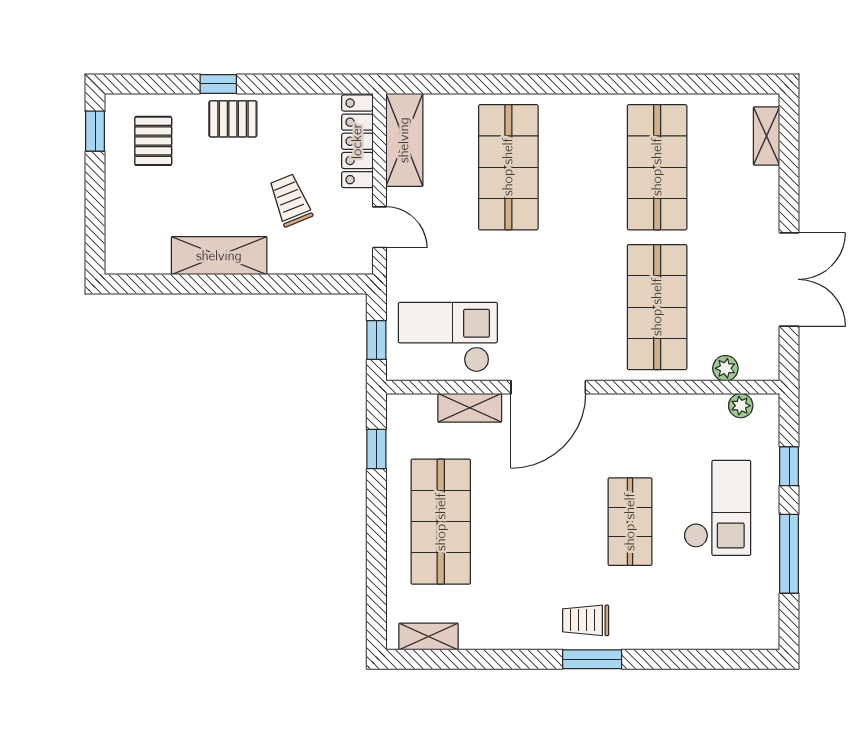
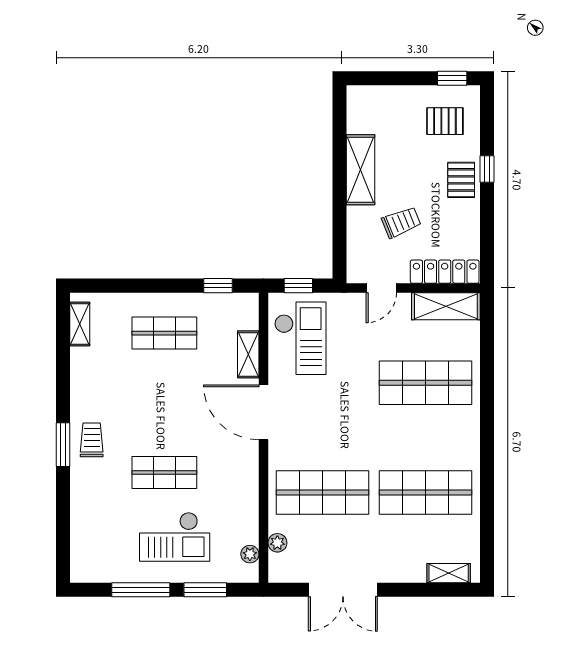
window: (789, 466) -> (205, 590), width x1.50
shop shelf: (441, 522) -> (164, 333), width x0.70, depth x0.74

